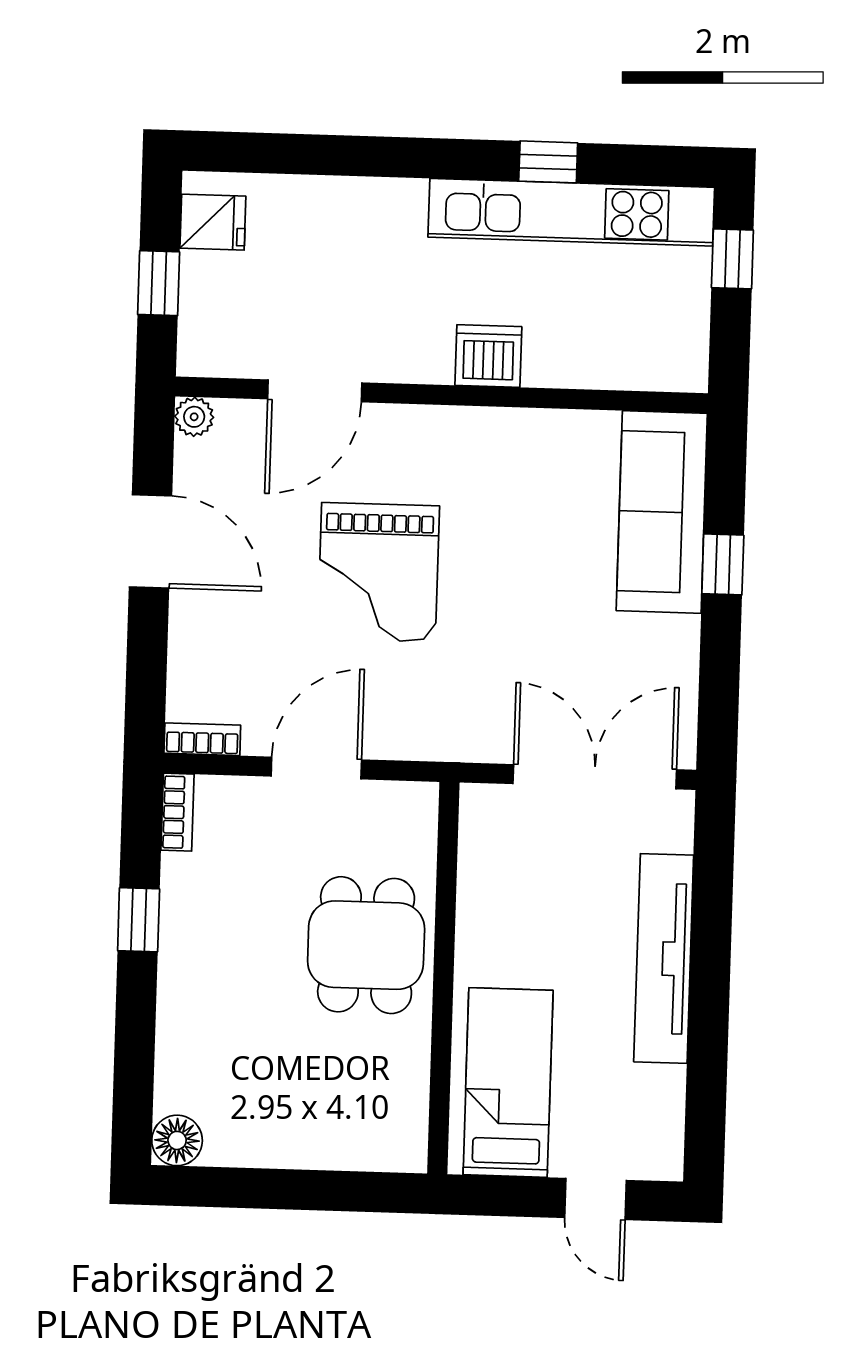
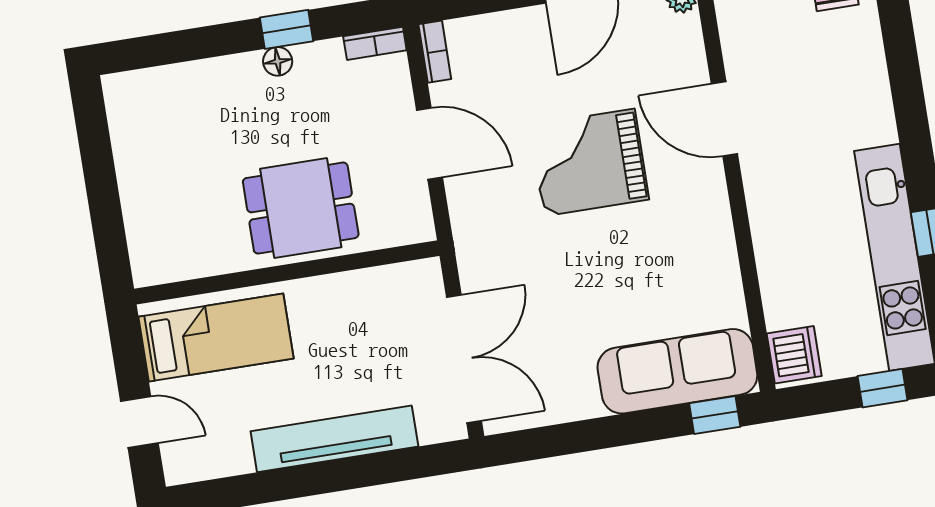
dishwasher: (488, 356) -> (794, 355), moved
door: (315, 391) -> (724, 119), moved
window: (723, 564) -> (715, 415), moved
floor lamp: (177, 1140) -> (278, 61), moved, width x0.73, depth x0.73
door: (595, 1199) -> (139, 422), swing flipped

